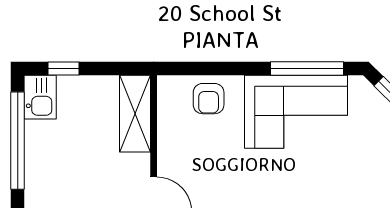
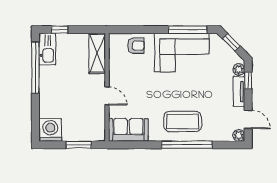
kitchen sink: (40, 97) -> (47, 49), width x1.38
armchair: (209, 99) -> (136, 46), turned -90

